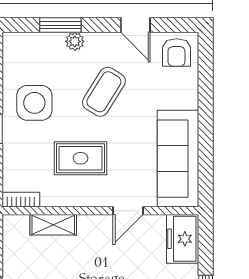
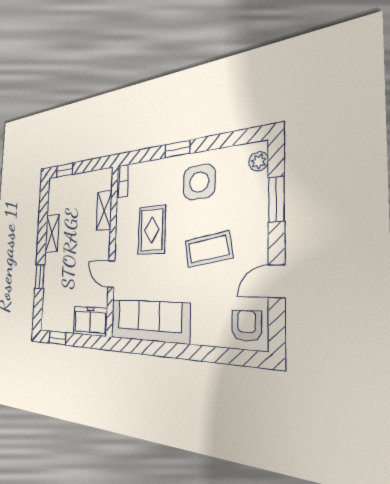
plant: (75, 41) -> (259, 161), moved
armchair: (176, 53) -> (247, 326), turned 90
coffee table: (104, 92) -> (208, 249), turned -42

